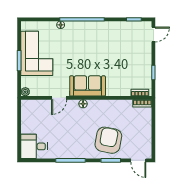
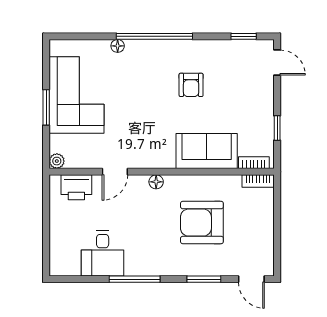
door: (153, 35) -> (277, 63), hinge flipped
armchair: (103, 48) -> (191, 85), added
sofa: (88, 86) -> (207, 151), moved
printer: (37, 107) -> (76, 187), added
armchair: (108, 140) -> (202, 223), moved, turned -101
desk: (34, 146) -> (103, 253), moved, turned -90

